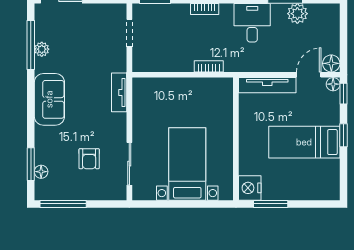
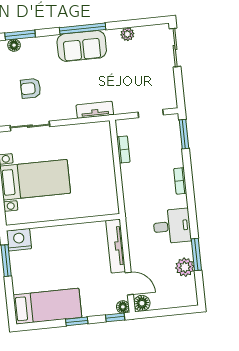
window: (31, 45) -> (83, 29), moved
bookcase: (209, 66) -> (123, 150), moved
bed: (304, 142) -> (47, 306), moved, turned 90

